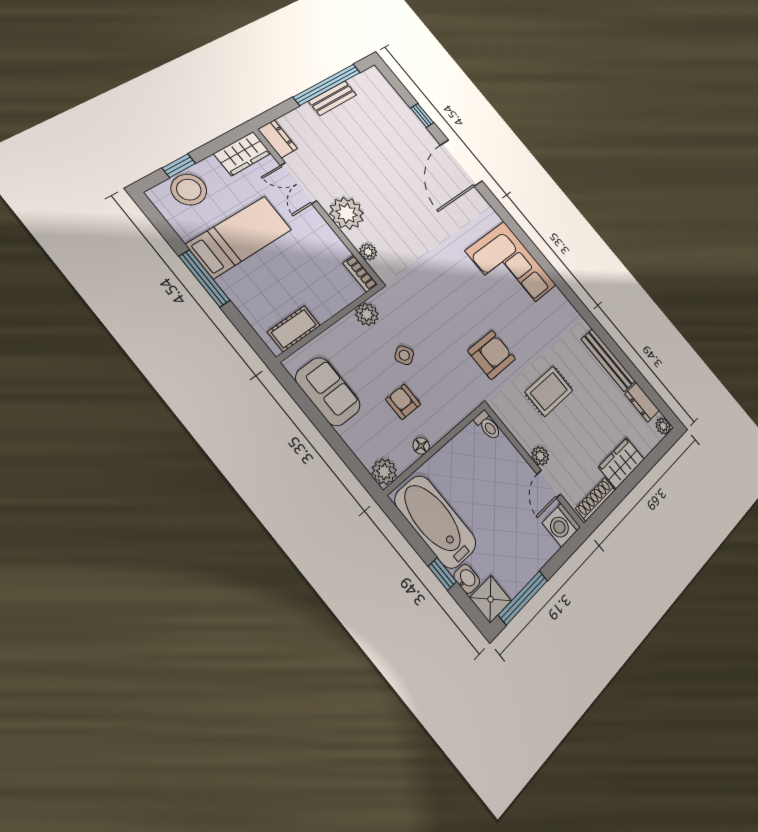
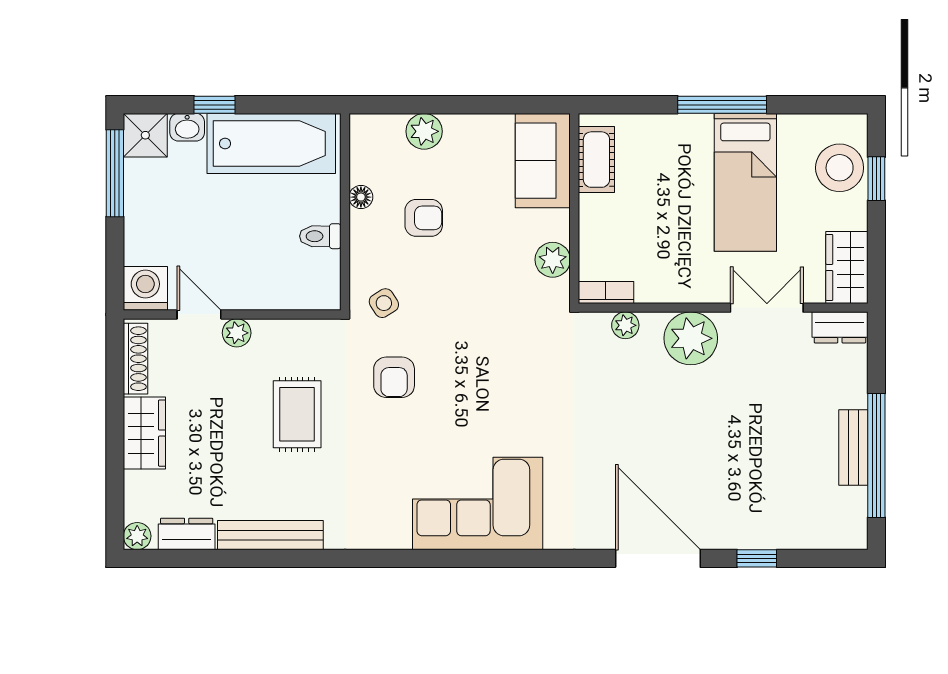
side table: (404, 355) -> (384, 303), moved
armchair: (492, 355) -> (394, 377), width x0.72, depth x0.72
sofa: (328, 391) -> (543, 161), moved, turned 90
toilet: (488, 425) -> (320, 236), moved
plant: (384, 472) -> (424, 131), moved

